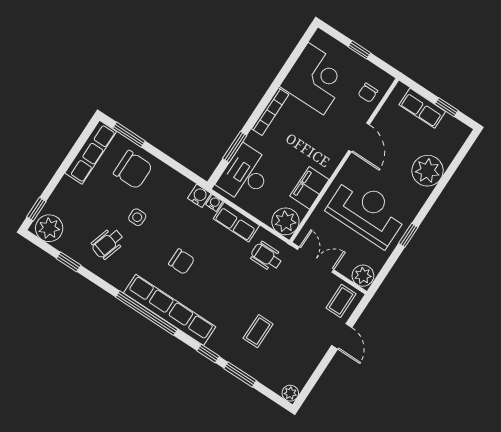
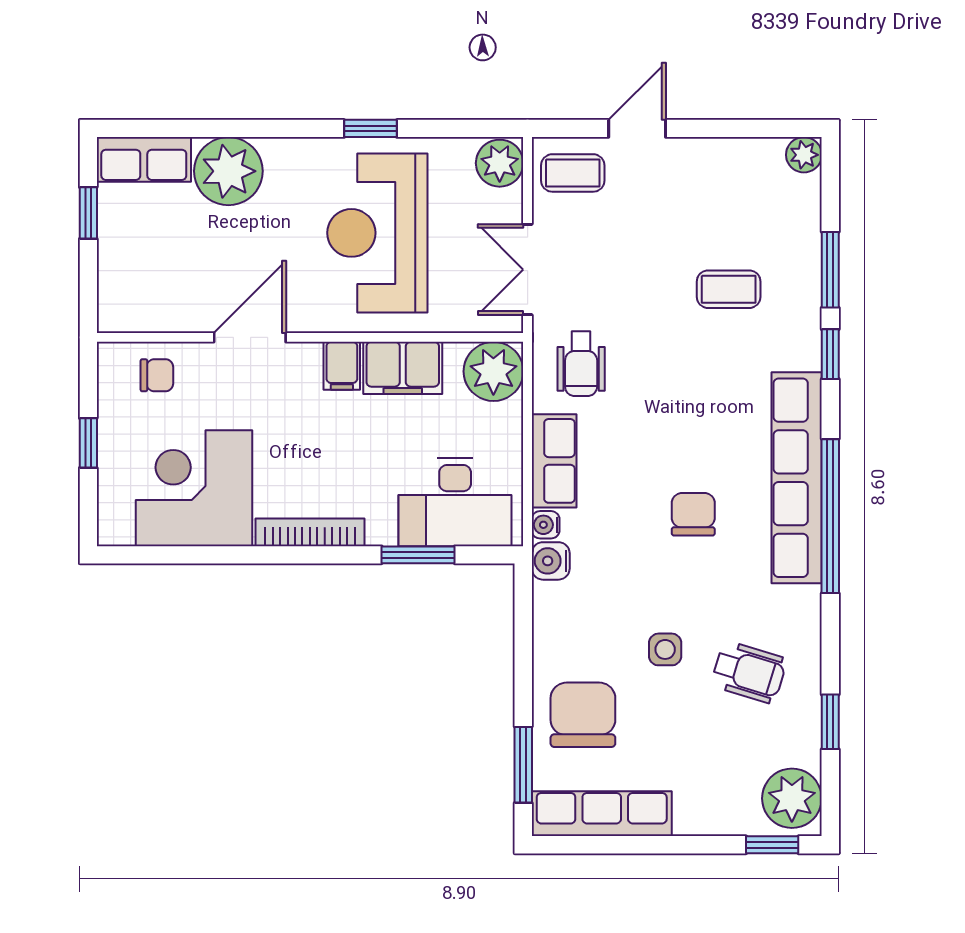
row of seats: (422, 108) -> (144, 159), moved, turned 90
filing cabinet: (325, 165) -> (342, 366), added

